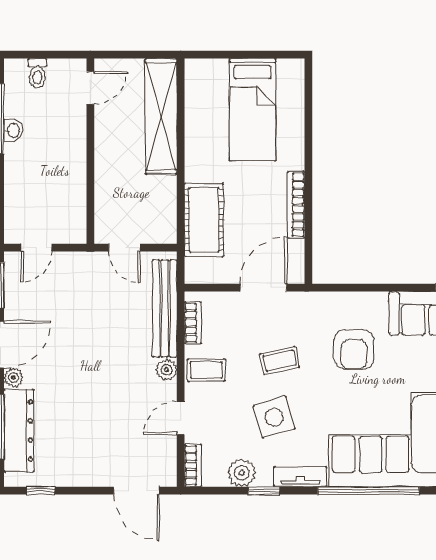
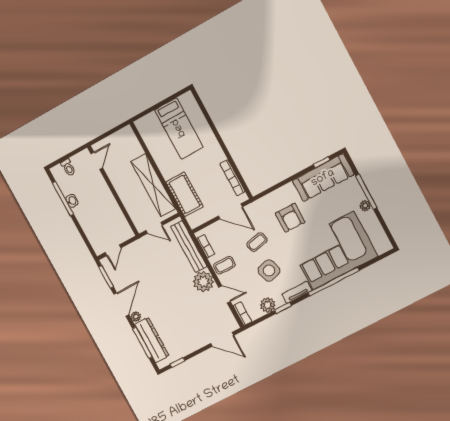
shelving: (161, 116) -> (153, 185), moved
bookcase: (296, 205) -> (233, 178), moved
door: (264, 288) -> (230, 211), swing flipped
plant: (167, 370) -> (203, 282), width x1.87, depth x1.87
door: (181, 418) -> (225, 294), swing flipped

